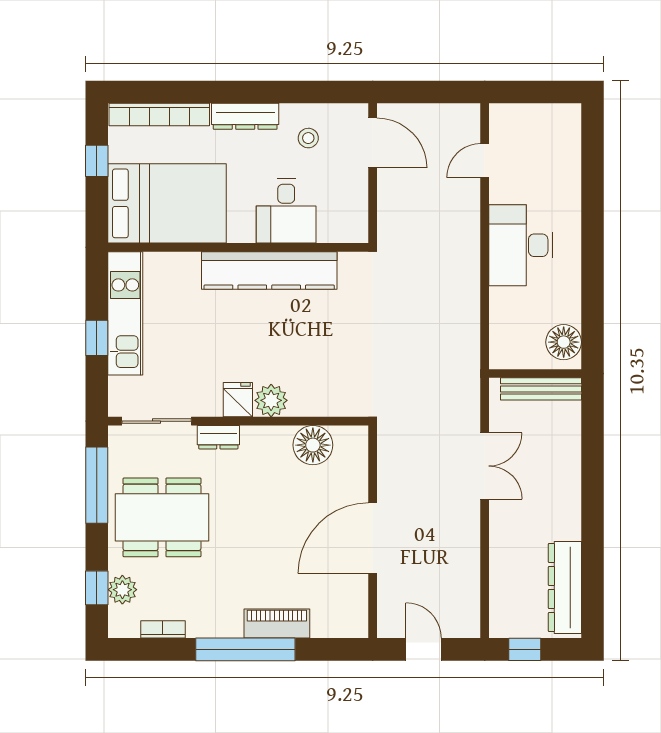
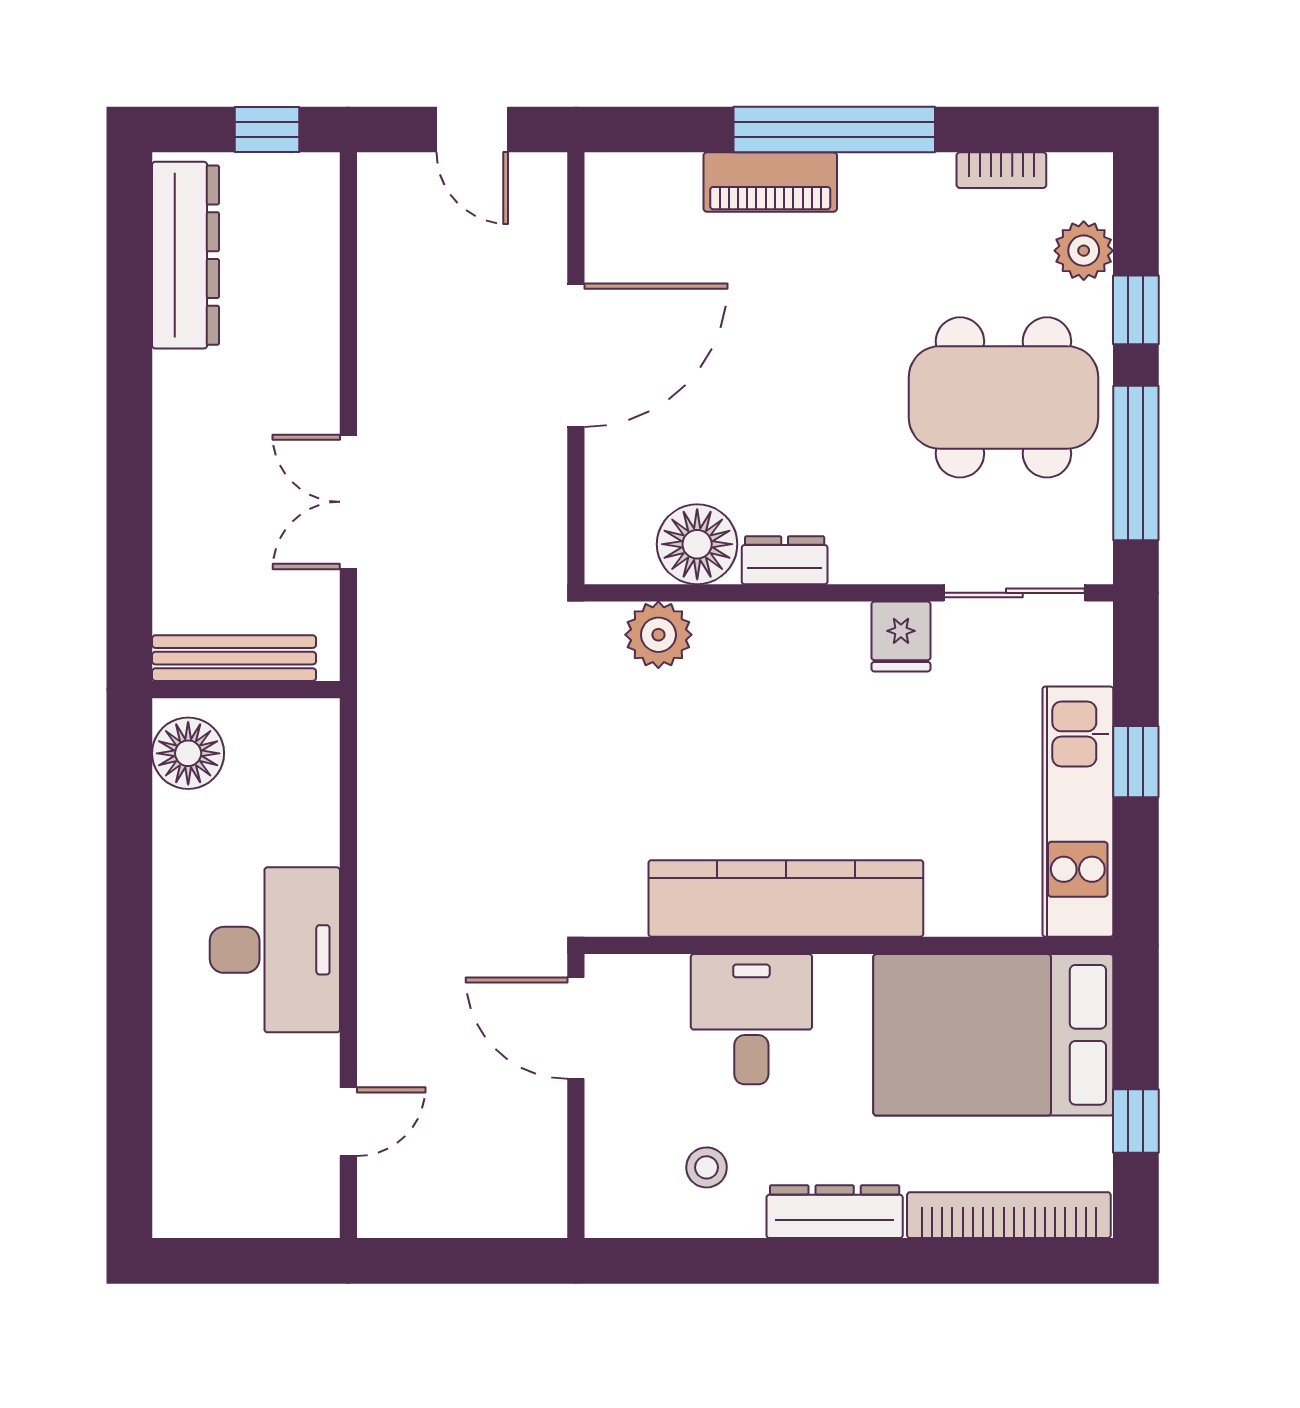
door: (373, 143) -> (576, 1028), moved
fridge: (238, 400) -> (901, 637), moved
plant: (271, 400) -> (658, 635), moved
dresser: (218, 437) -> (785, 560), moved
window: (97, 588) -> (1136, 310), moved

